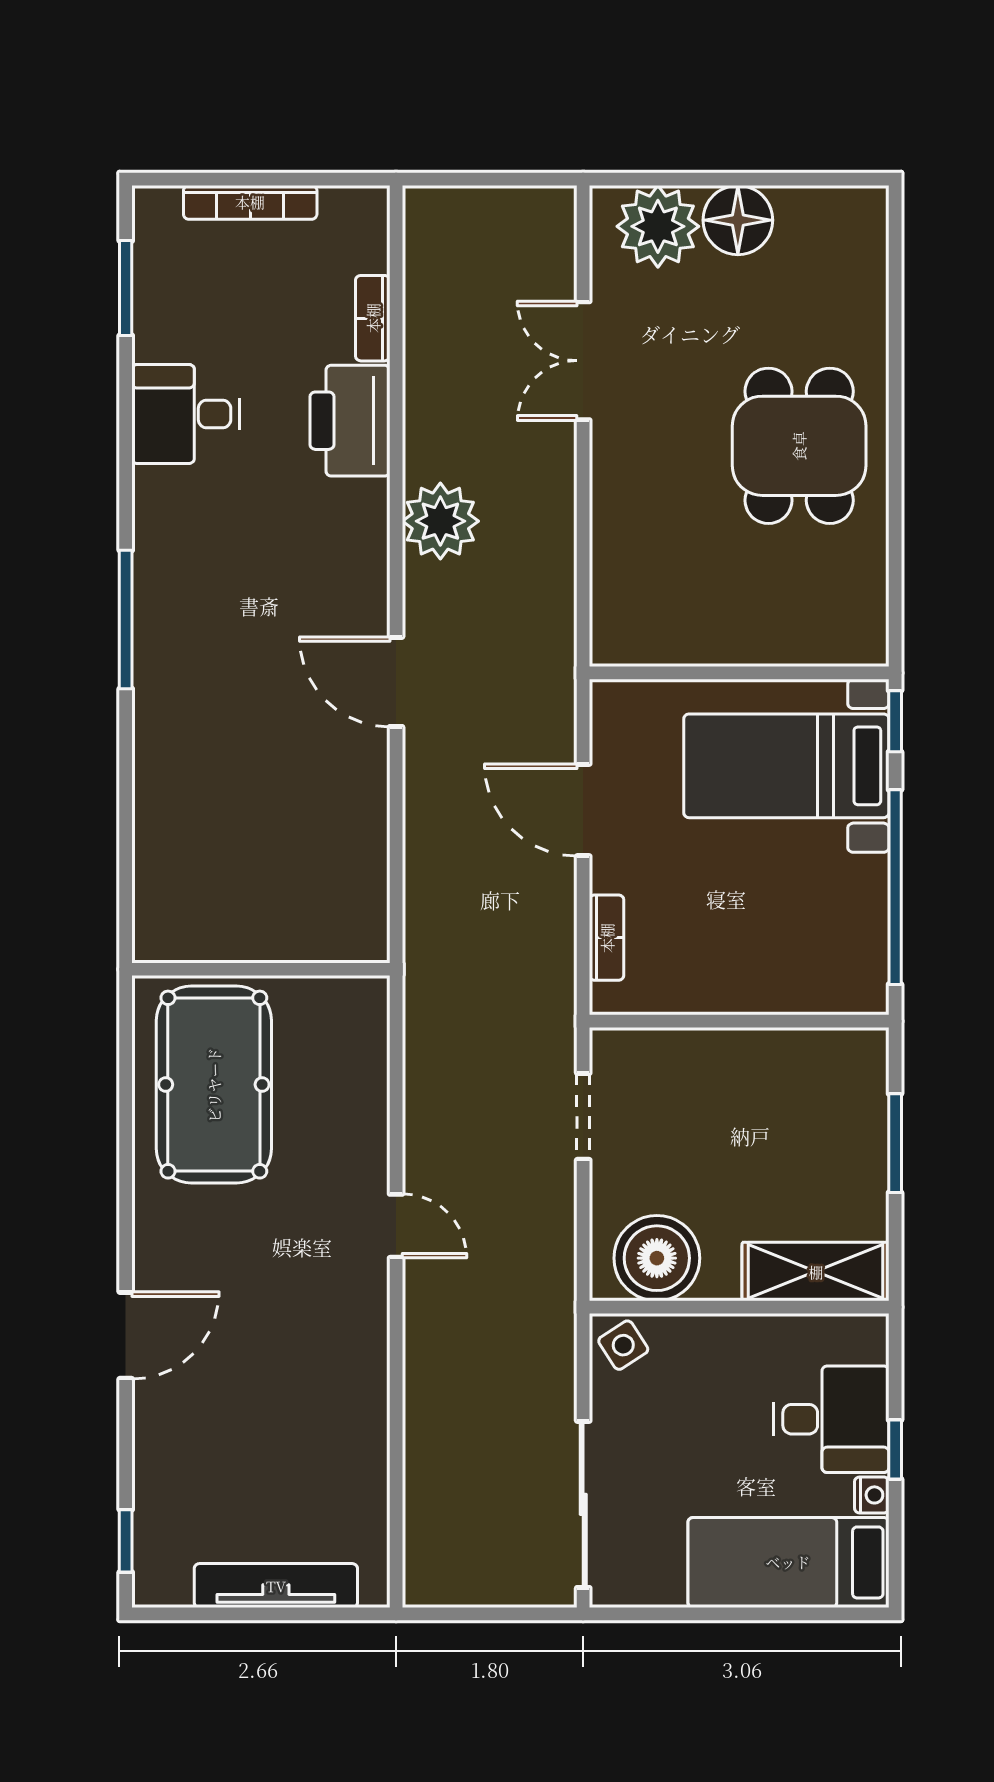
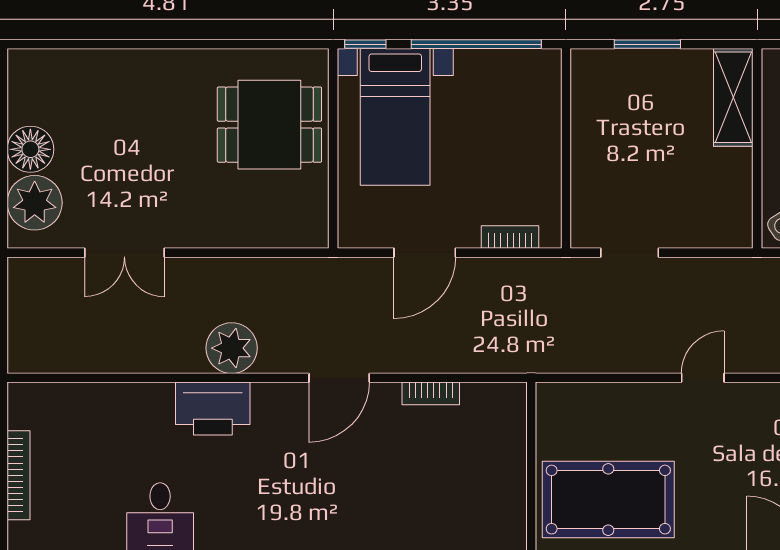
bookcase: (373, 318) -> (431, 393), moved
printer: (350, 421) -> (213, 409), moved
dining table: (799, 446) -> (269, 125), moved
boiler: (657, 1258) -> (724, 203), removed

